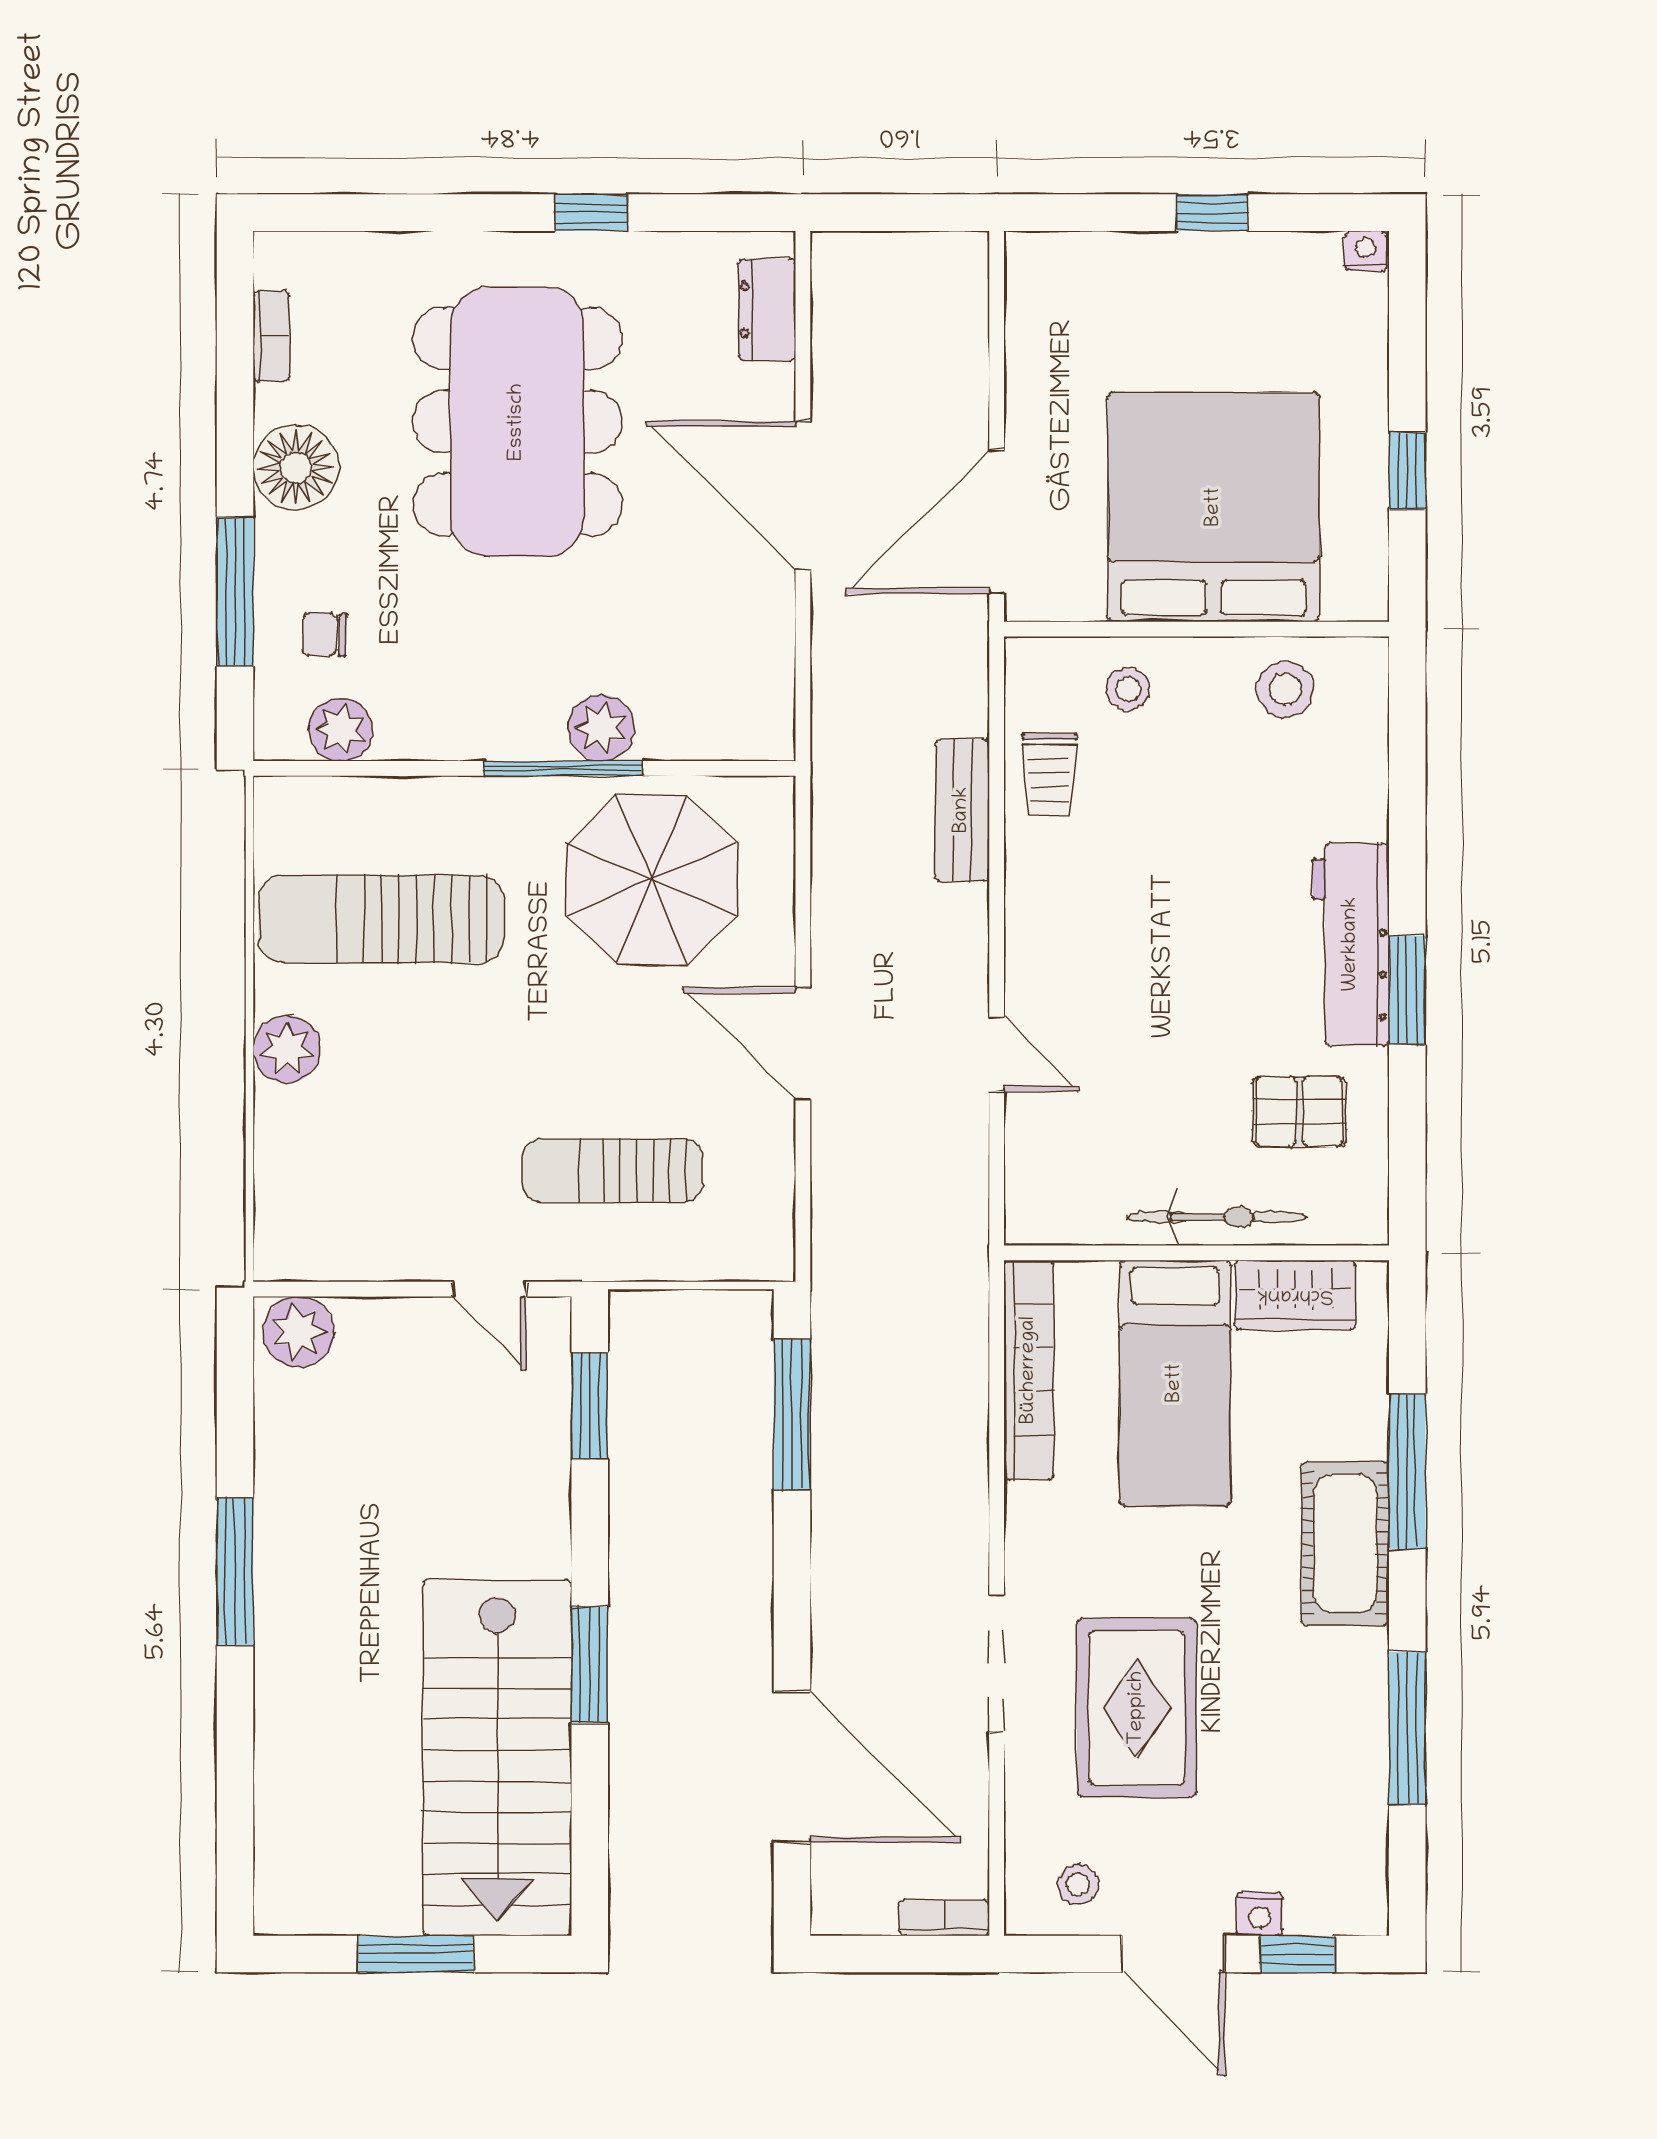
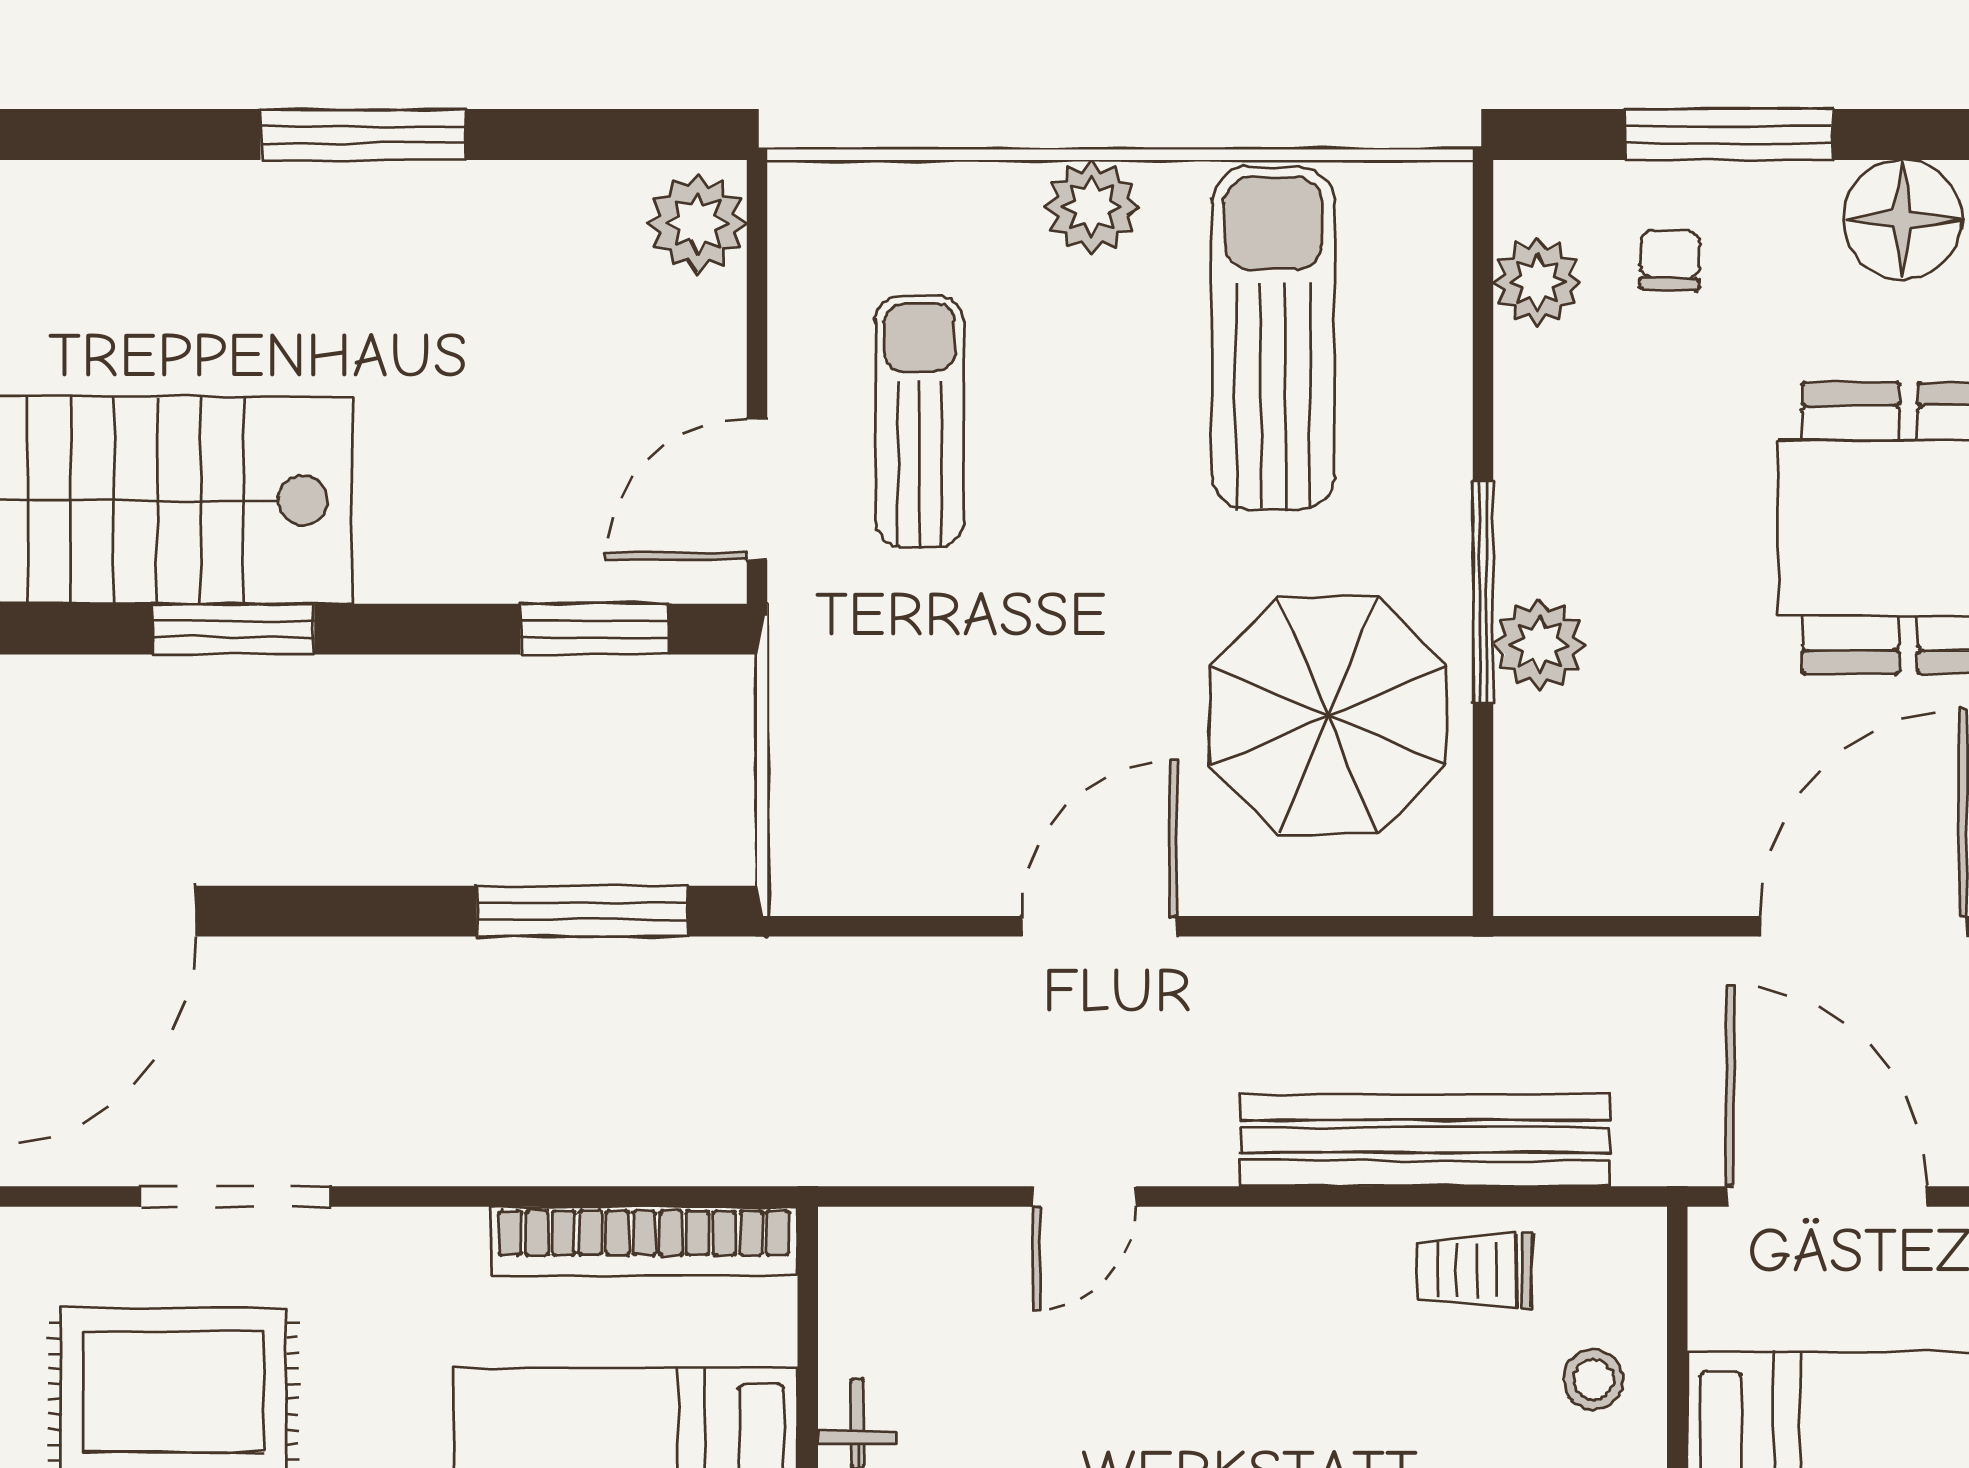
bench: (962, 810) -> (1425, 1140), width x1.86, depth x1.21
sun lounger: (612, 1171) -> (920, 422), moved
door: (489, 1289) -> (757, 489), width x1.38

